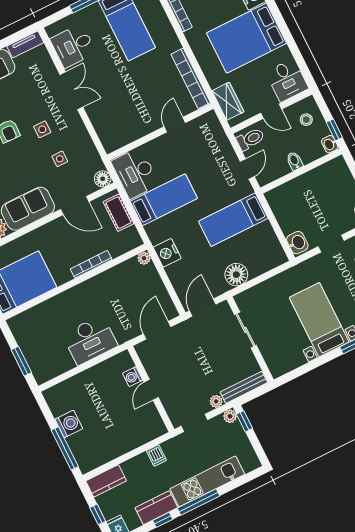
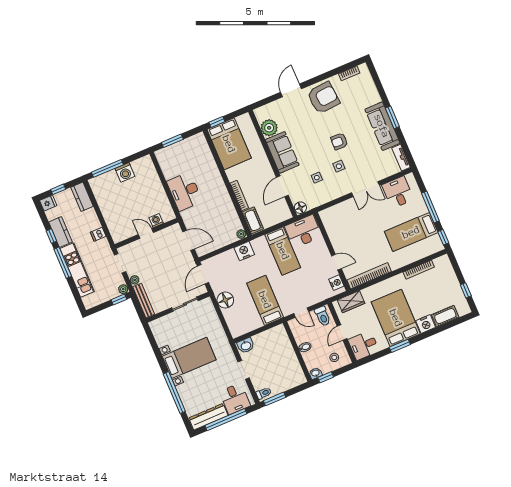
window: (285, 30) -> (400, 346), added
nightstand: (203, 123) -> (336, 283), added
cot: (118, 213) -> (253, 220), moved, turned 90
door: (203, 308) -> (203, 274), swing flipped

